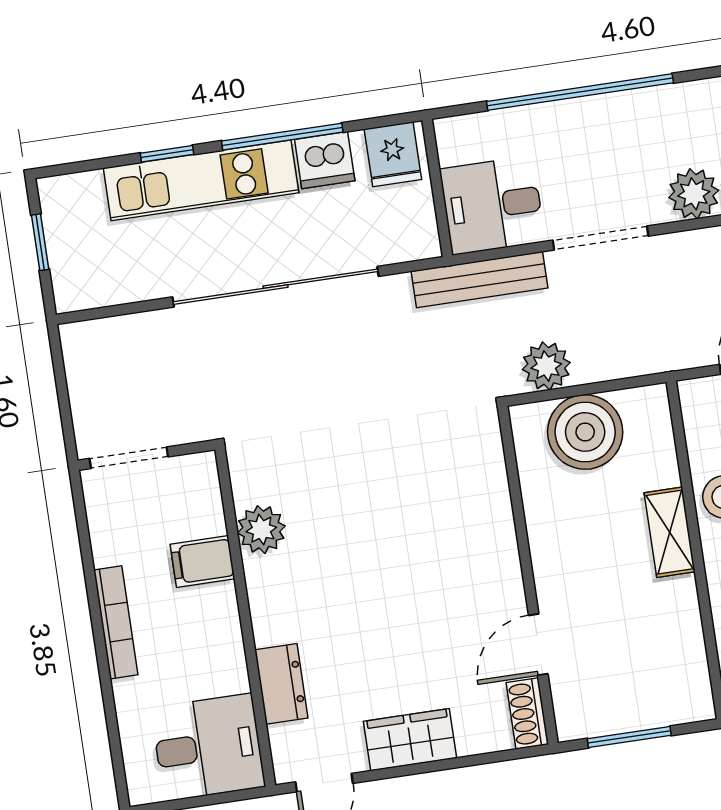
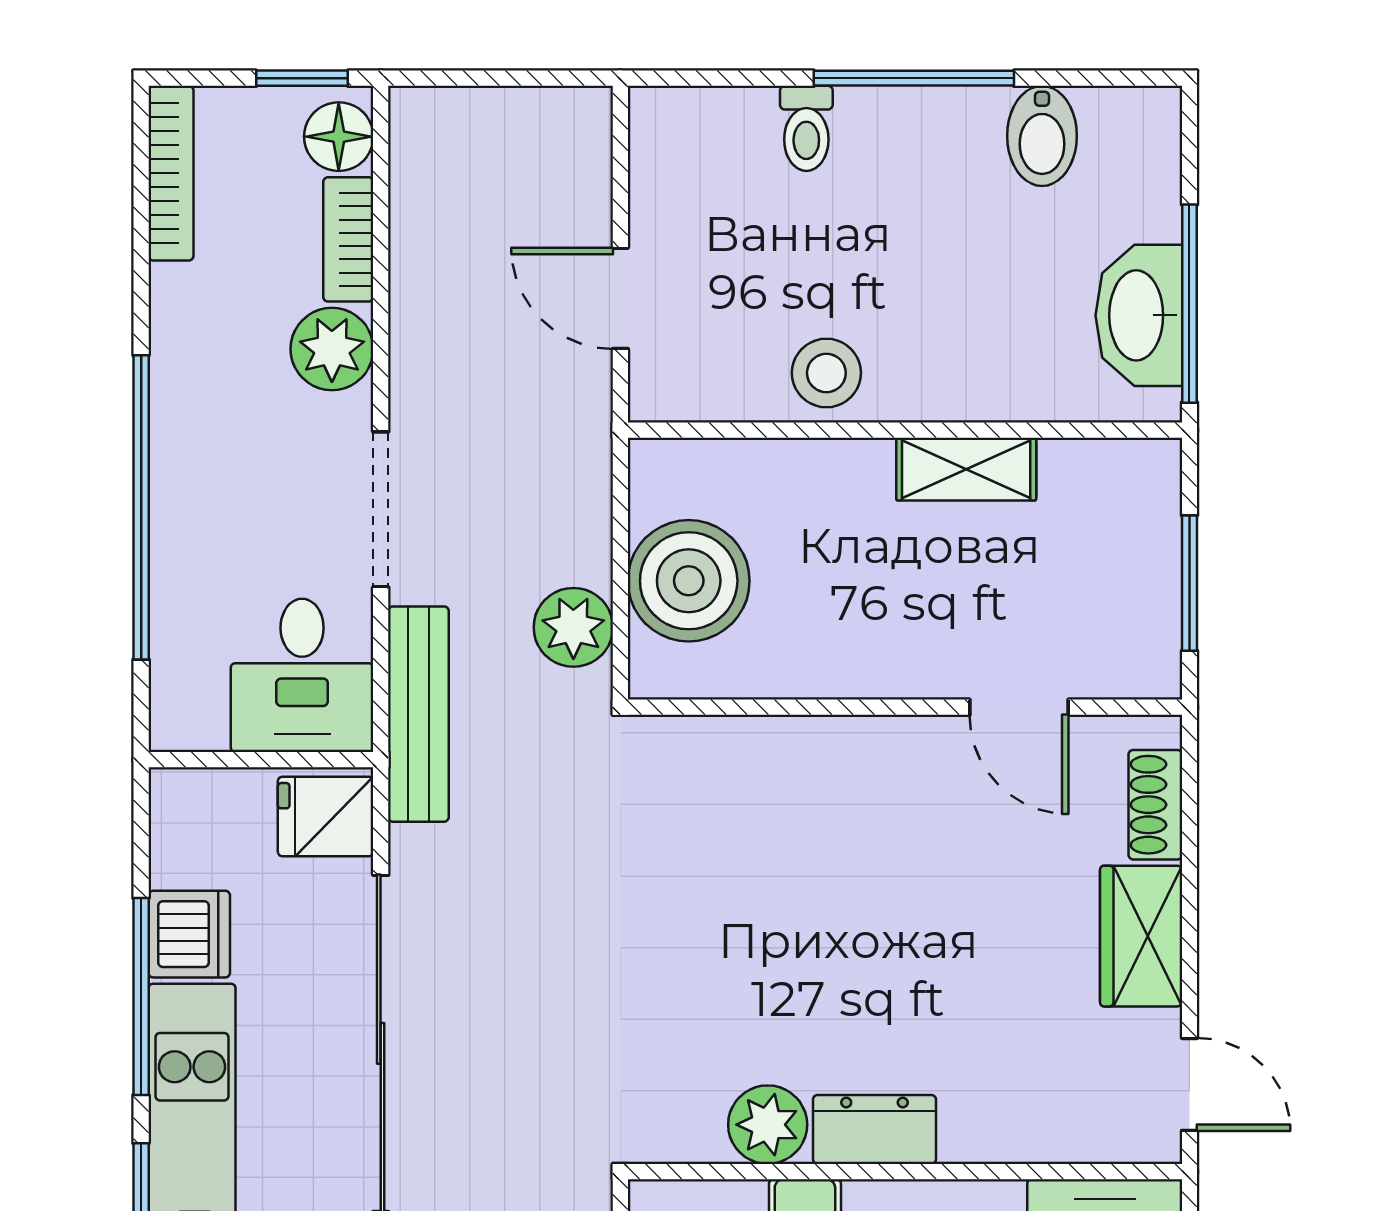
fridge: (393, 154) -> (326, 816), moved, turned 180
shelving: (670, 532) -> (966, 469), moved
dresser: (281, 684) -> (874, 1129), moved
shoe rack: (527, 713) -> (1155, 805), moved, turned 90

